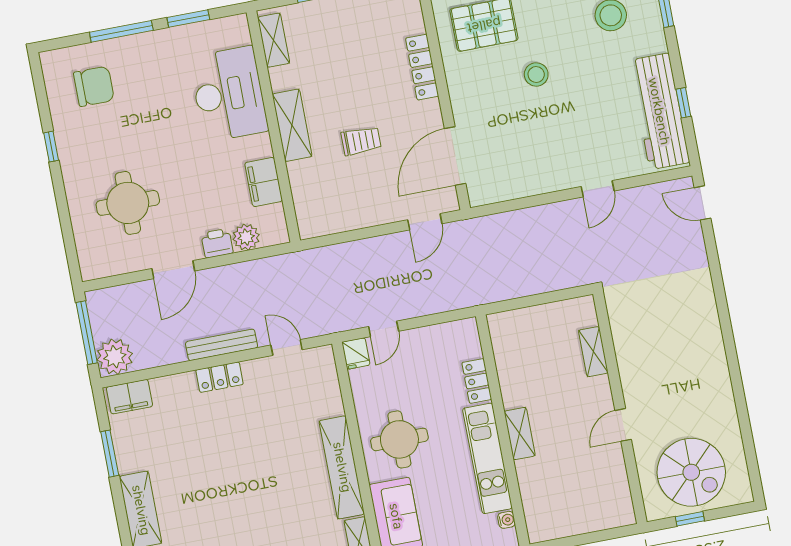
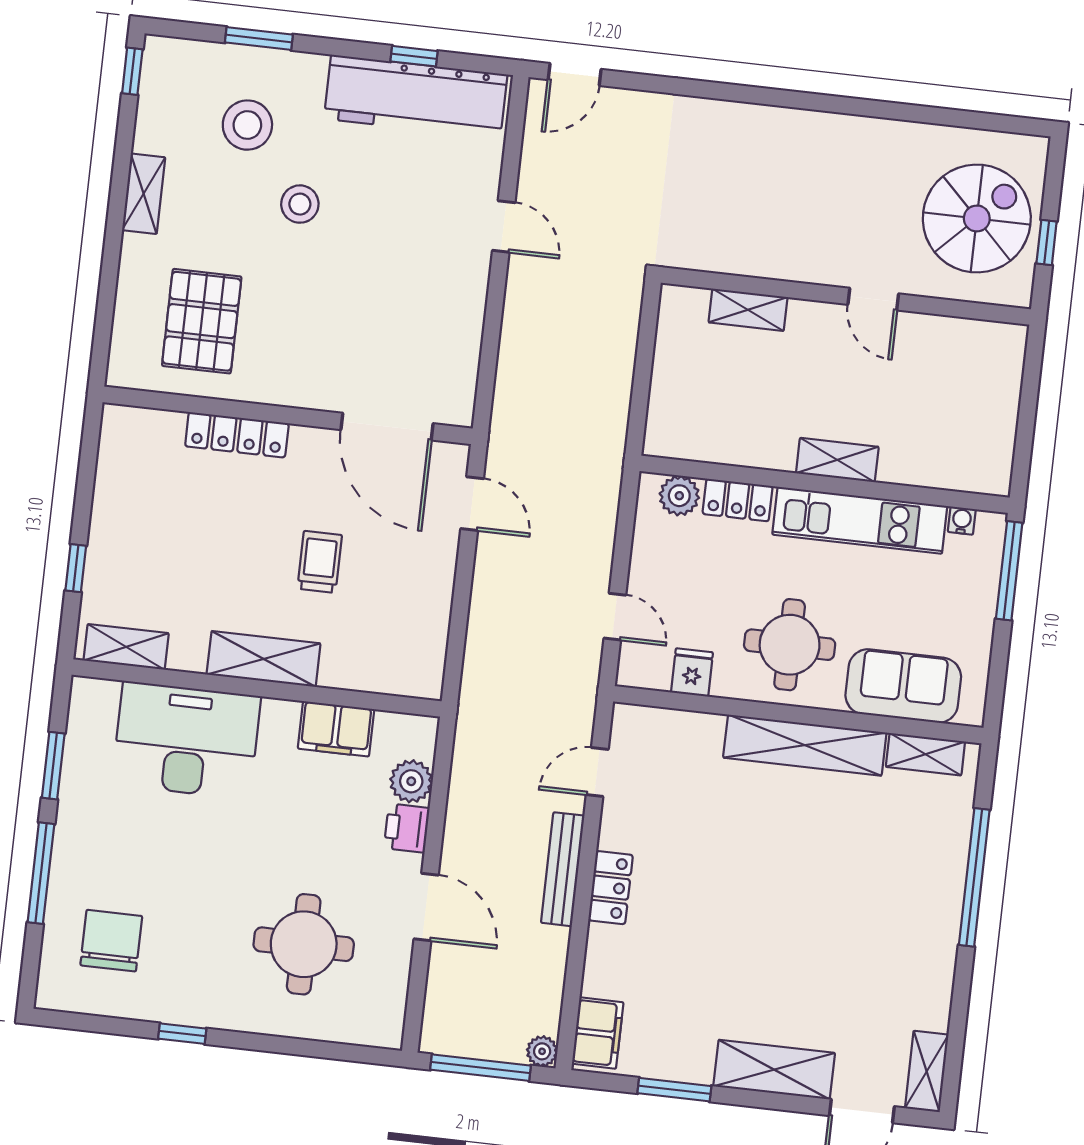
stool: (536, 74) -> (300, 204), moved
plant: (468, 345) -> (679, 496), added
fridge: (356, 353) -> (692, 672), moved, turned -90
plant: (115, 357) -> (542, 1051), width x0.53, depth x0.53

